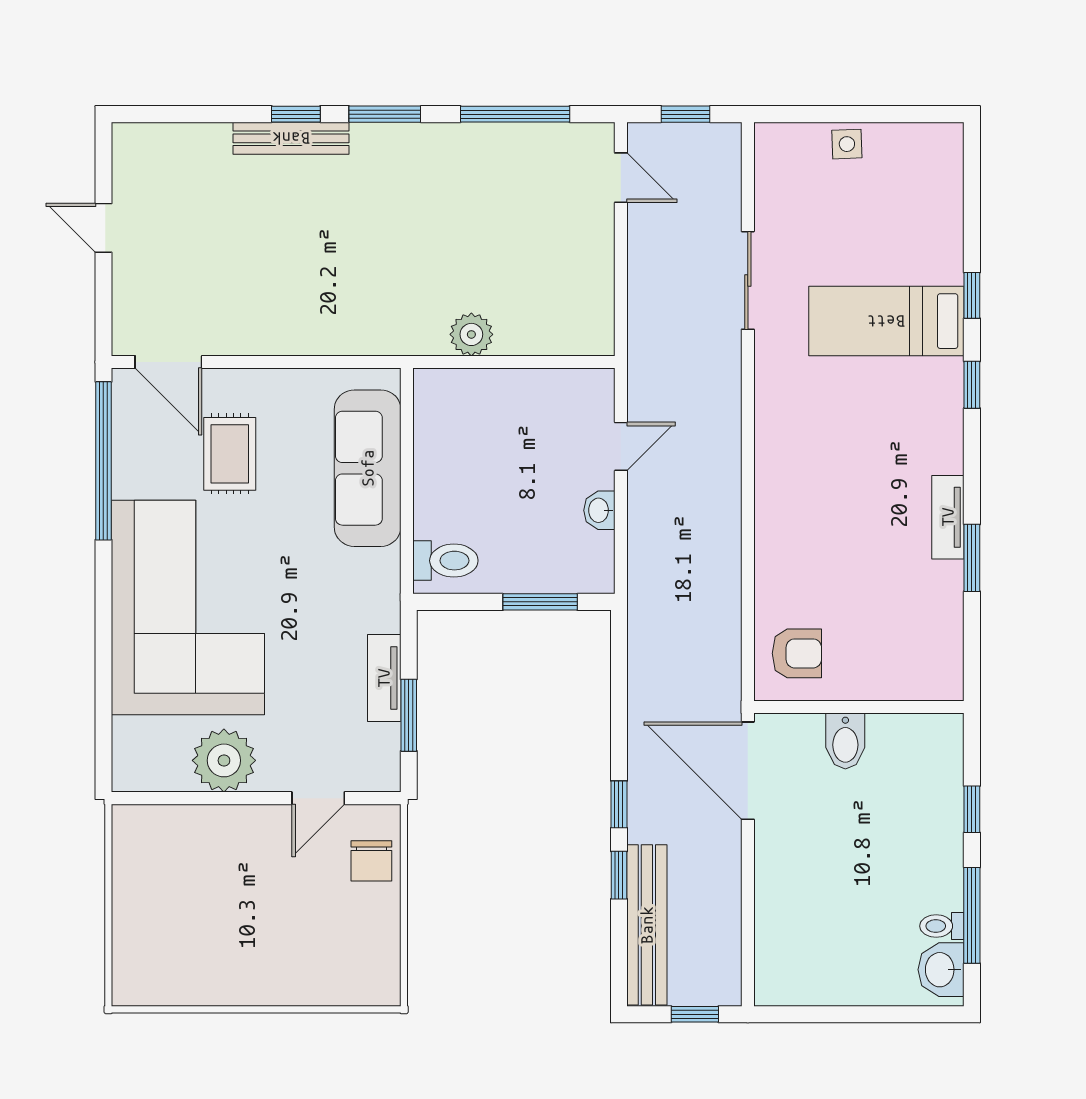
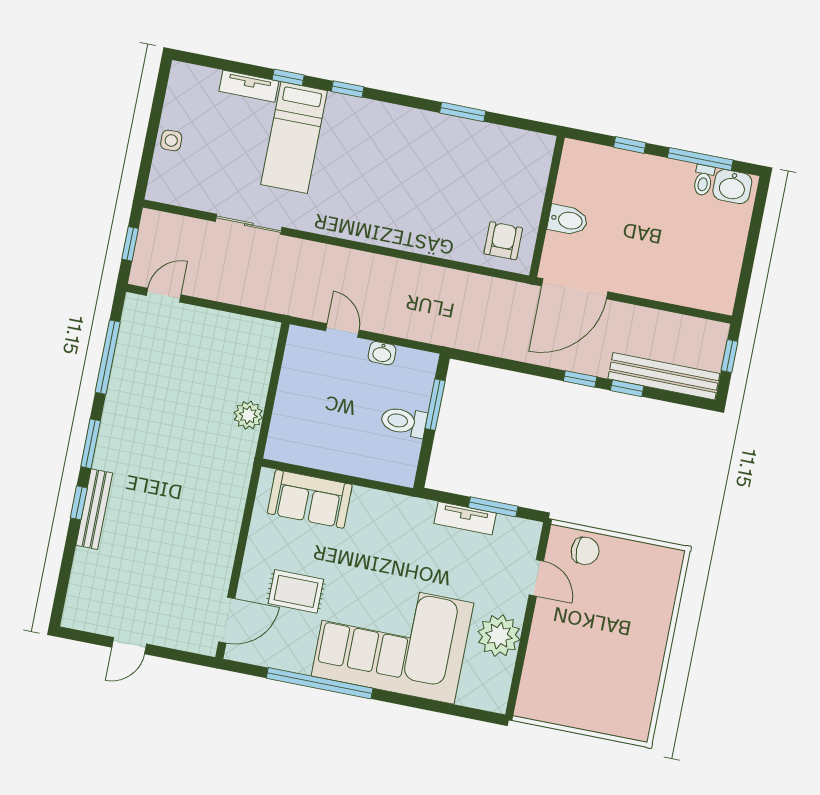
window: (103, 461) -> (320, 683), moved
sofa: (368, 468) -> (310, 499), width x0.73
tv unit: (948, 517) -> (249, 86), moved
toilet: (445, 561) -> (404, 422), moved, turned -90

